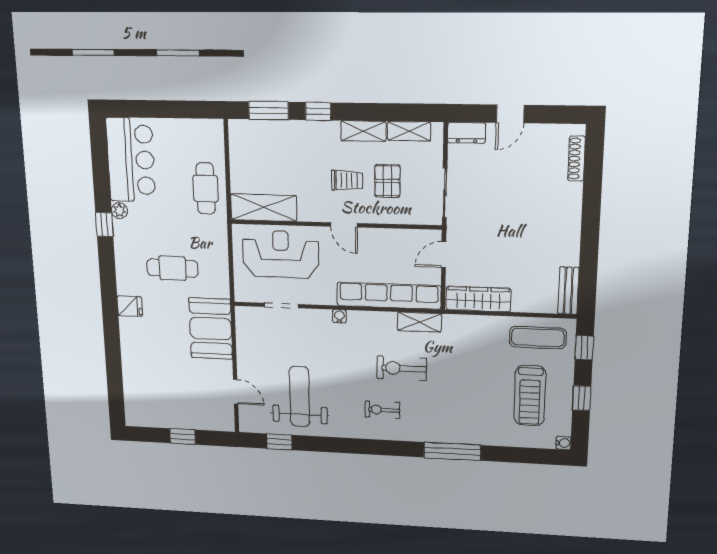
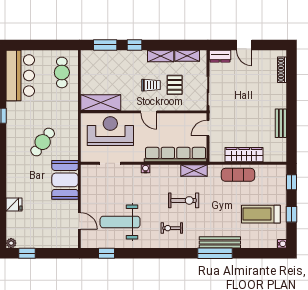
door: (510, 114) -> (244, 45), hinge flipped
cafe table: (206, 188) -> (62, 72), moved
plant: (119, 211) -> (11, 243), moved
cafe table: (172, 268) -> (43, 142), turned -54
bench: (568, 291) -> (281, 123), moved
wardrobe: (478, 299) -> (244, 155), moved
fridge: (130, 306) -> (14, 205), moved
exercise mat: (538, 337) -> (238, 175), moved
exercise bike: (402, 368) -> (184, 200), turned 180
weight bench: (300, 396) -> (120, 222), turned -90
treadmill: (530, 396) -> (261, 214), turned 90
bench: (460, 435) -> (220, 242), added
window: (183, 436) -> (27, 253), moved

